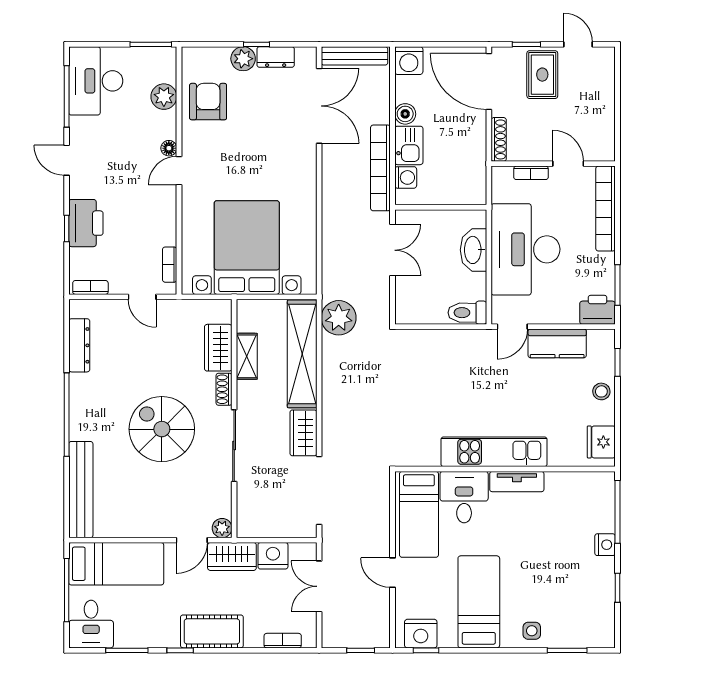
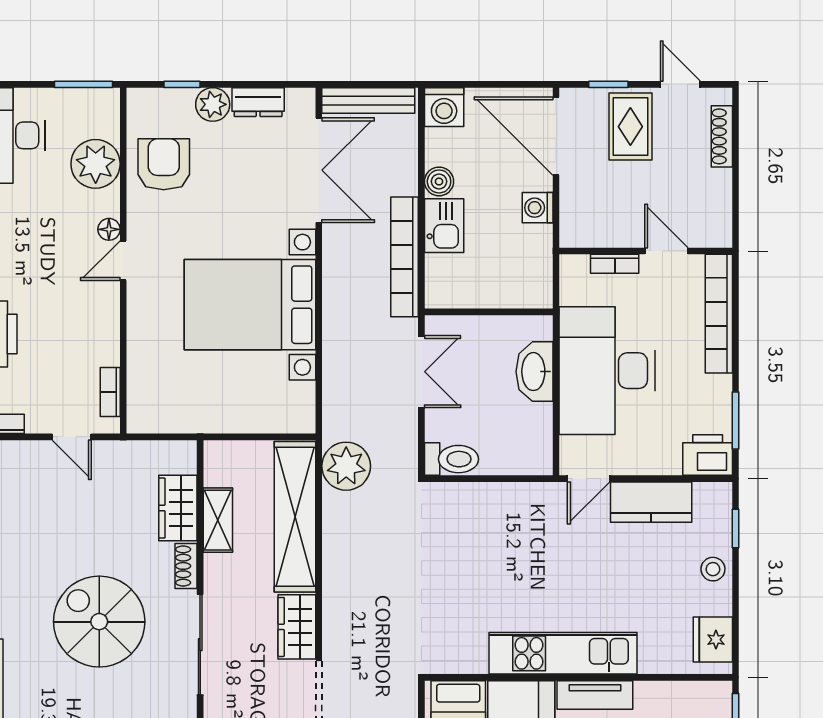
window: (256, 44) -> (182, 84), moved
plant: (164, 97) -> (96, 164), width x1.36, depth x1.36
shoe rack: (499, 139) -> (722, 136), moved, turned 180
washing machine: (406, 177) -> (538, 208), moved, turned 180
bed with nightstands: (247, 248) -> (250, 305), moved, turned -90
toilet: (467, 313) -> (451, 459), moved, turned 180

